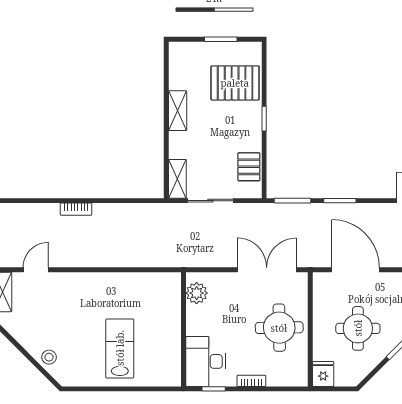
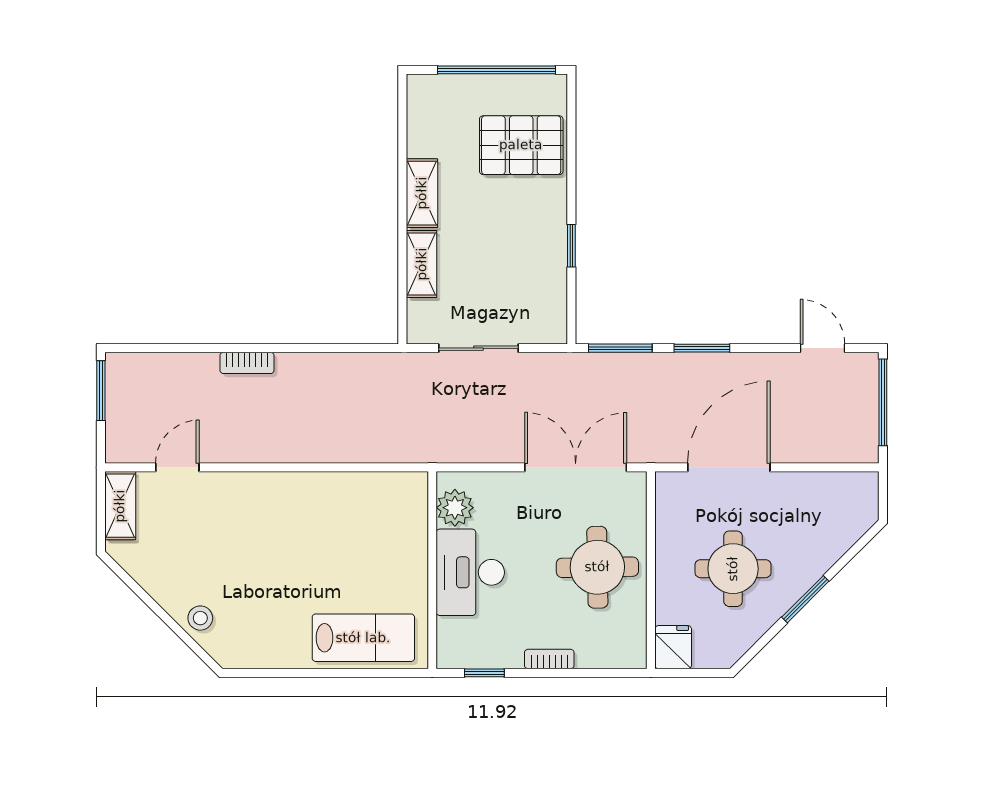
window: (221, 39) -> (496, 70), width x2.11
window: (264, 119) -> (571, 246), moved
pallet: (249, 167) -> (545, 290), removed
shelving: (177, 179) -> (422, 264), moved
door: (355, 270) -> (729, 467), hinge flipped
lab bench: (120, 348) -> (363, 638), moved, turned 90
desk: (206, 361) -> (470, 572), moved

